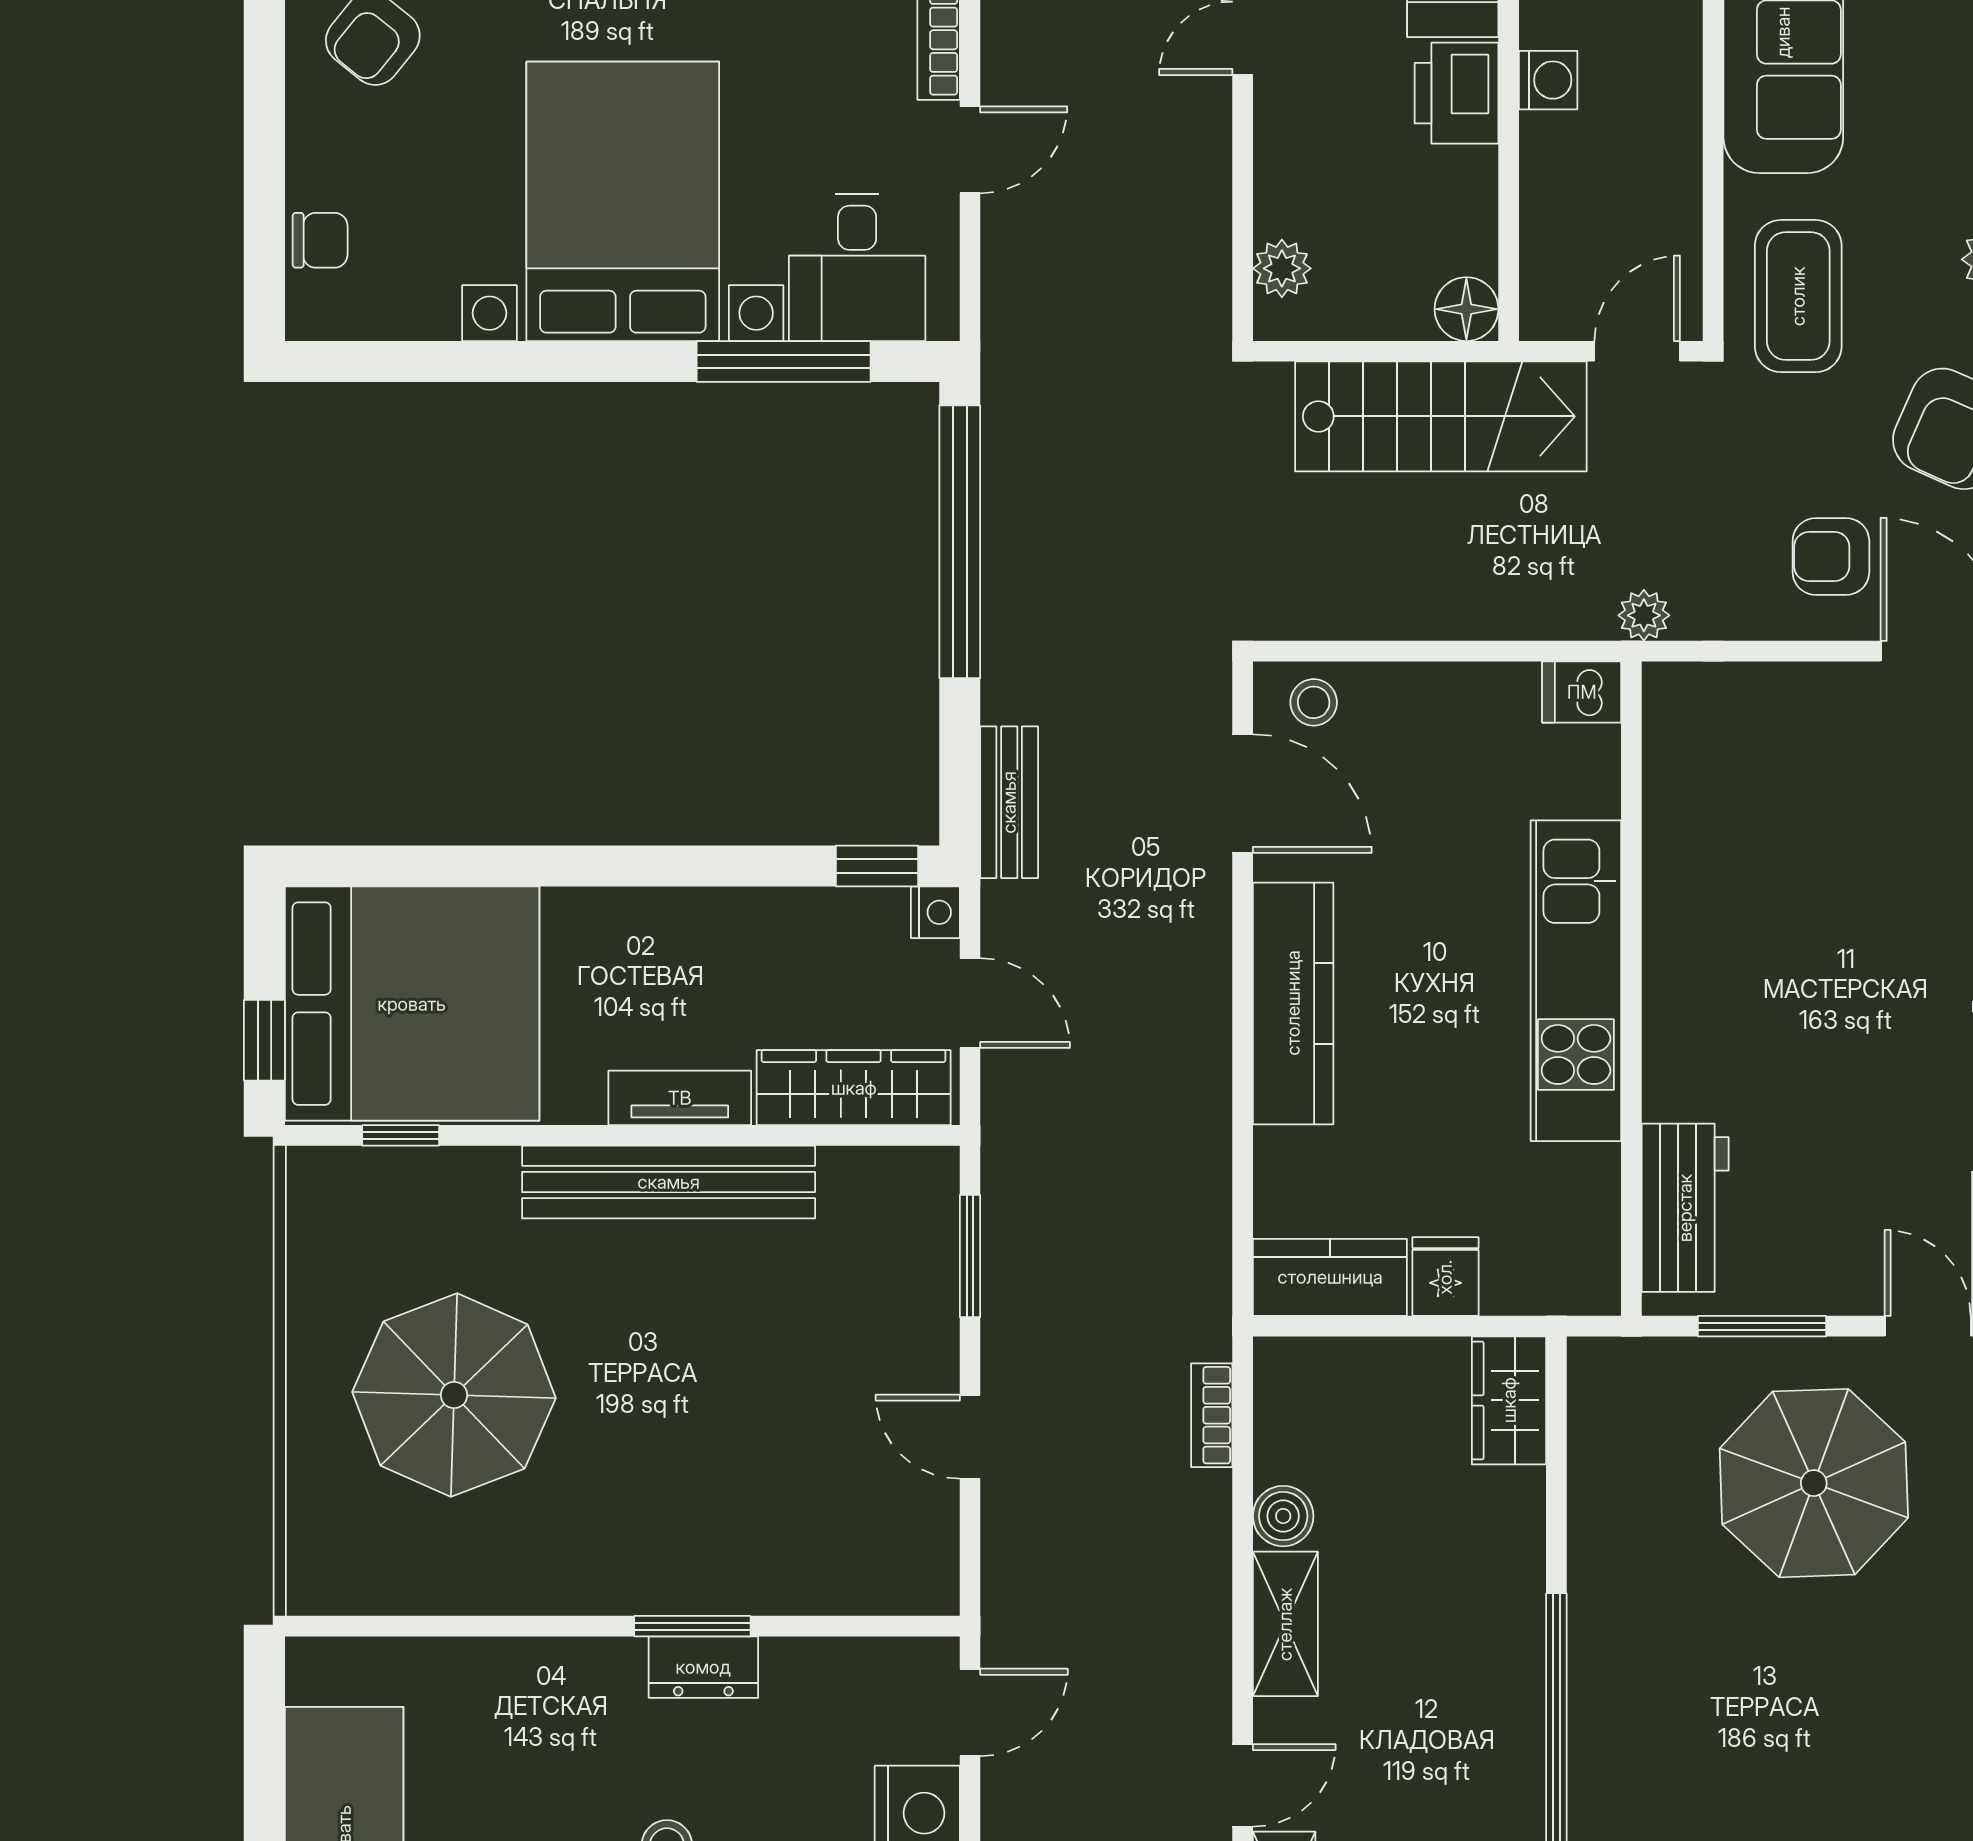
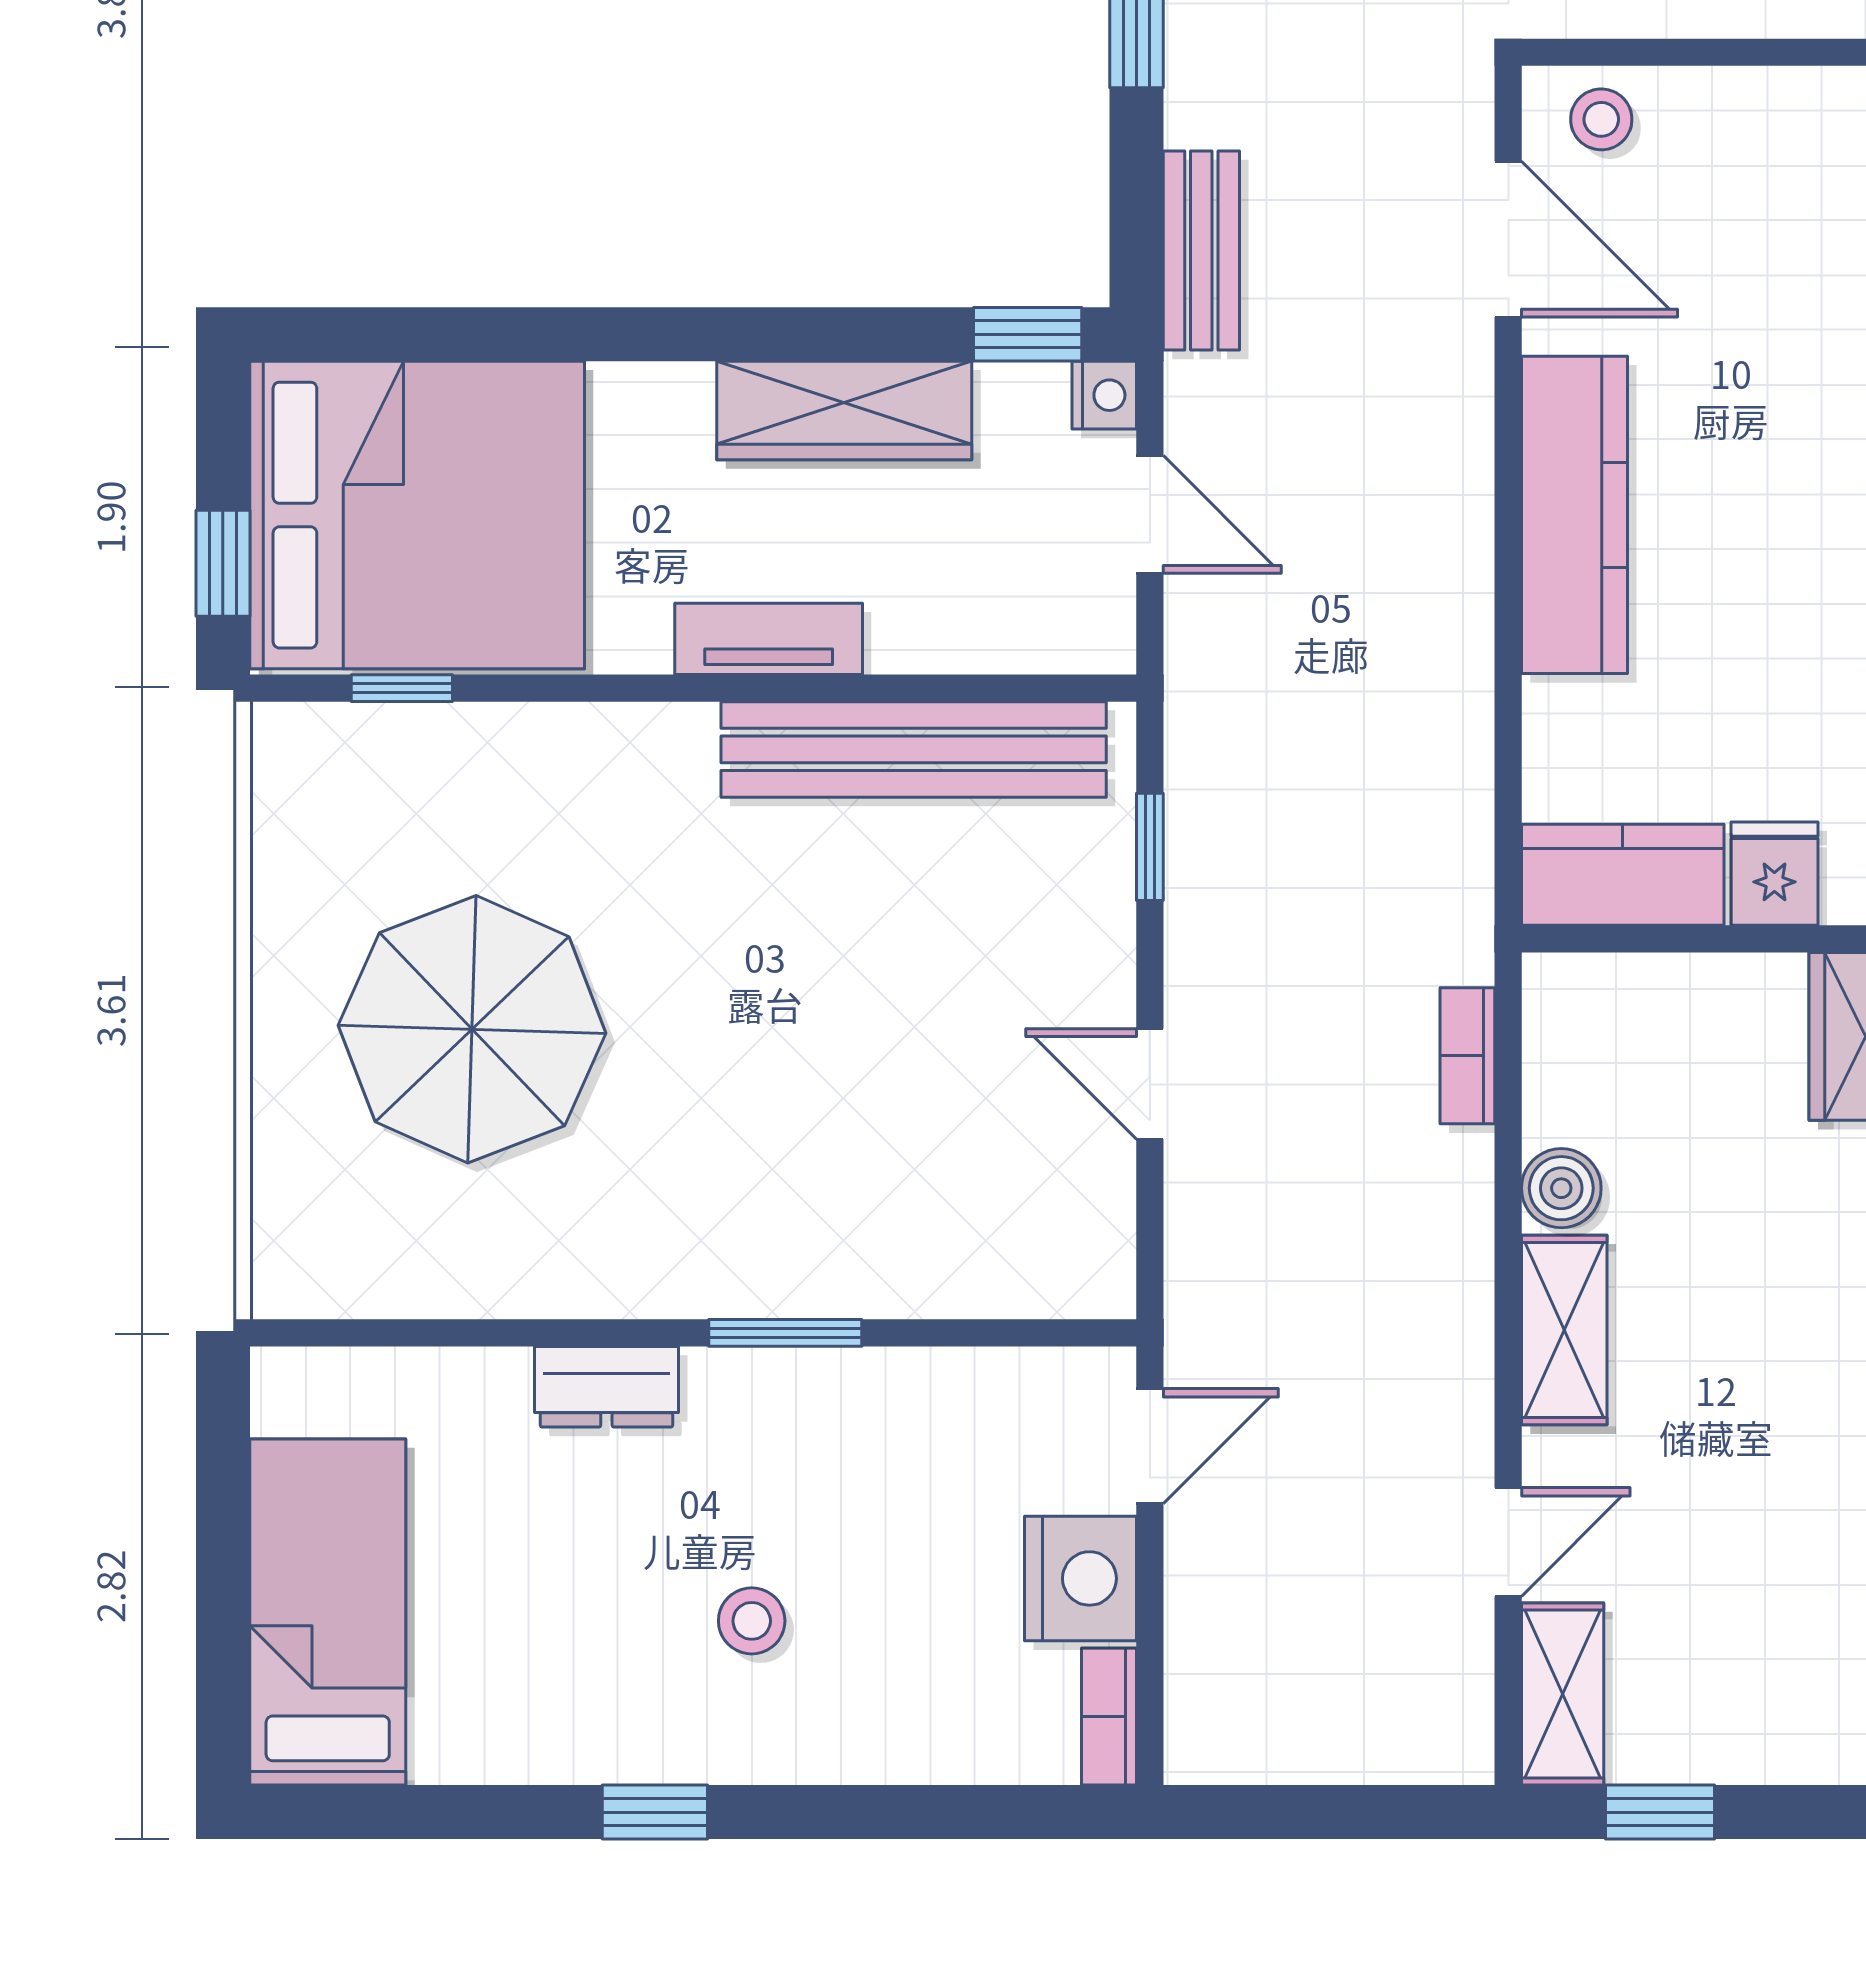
wardrobe: (854, 1088) -> (844, 410), moved, turned 180
bench: (669, 1182) -> (914, 749), moved
window: (970, 1256) -> (1150, 847), width x0.67
dresser: (703, 1667) -> (606, 1387), moved

